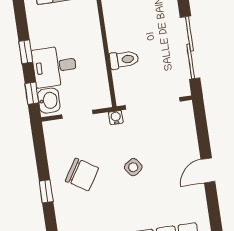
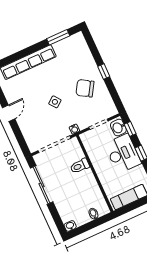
desk: (55, 66) -> (123, 154), width x1.37

